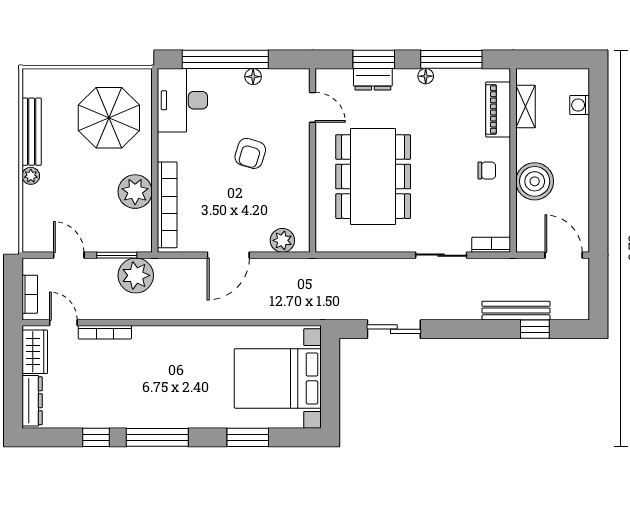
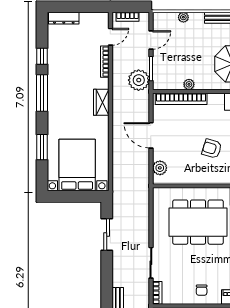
plant: (31, 176) -> (183, 17), moved
plant: (135, 192) -> (189, 84), width x0.53, depth x0.53
wardrobe: (35, 352) -> (101, 102), moved, turned 90

